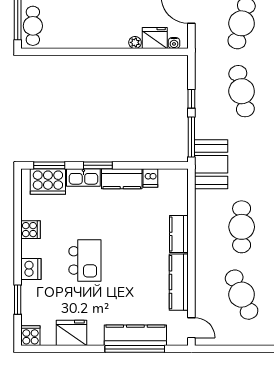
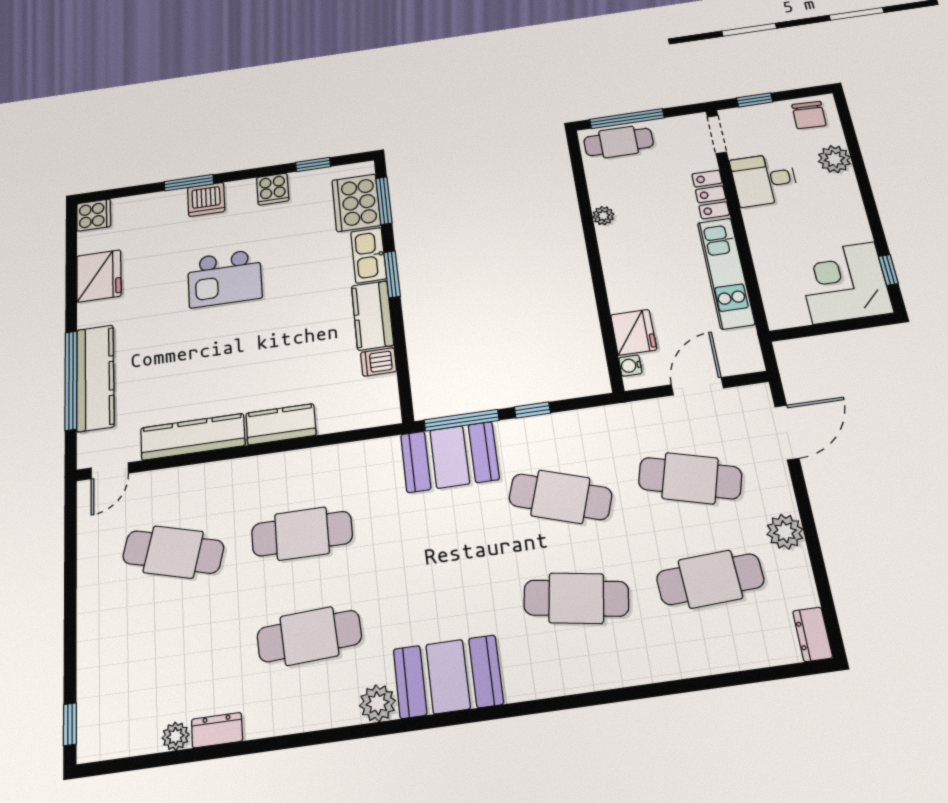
plant: (135, 42) -> (603, 216), moved
cafe table: (242, 91) -> (560, 497), turned 30
booth: (211, 164) -> (450, 457), moved
window: (18, 205) -> (313, 164), added
cafe table: (242, 295) -> (173, 552), turned 39
window: (18, 300) -> (189, 183), moved

